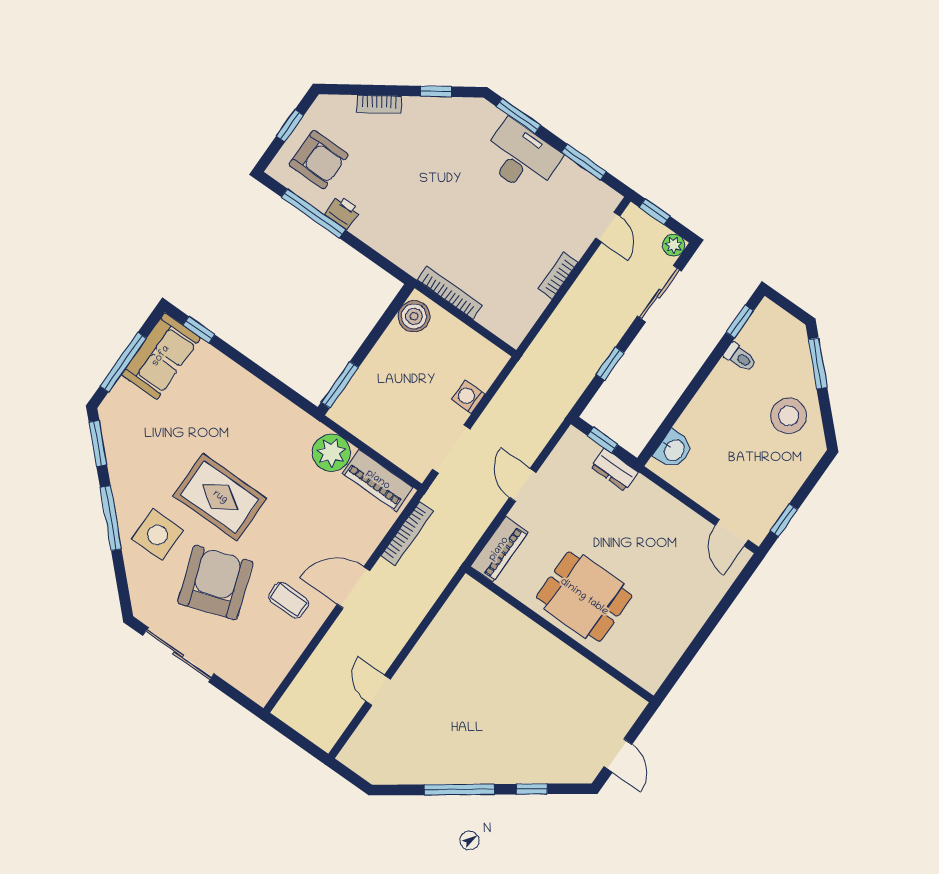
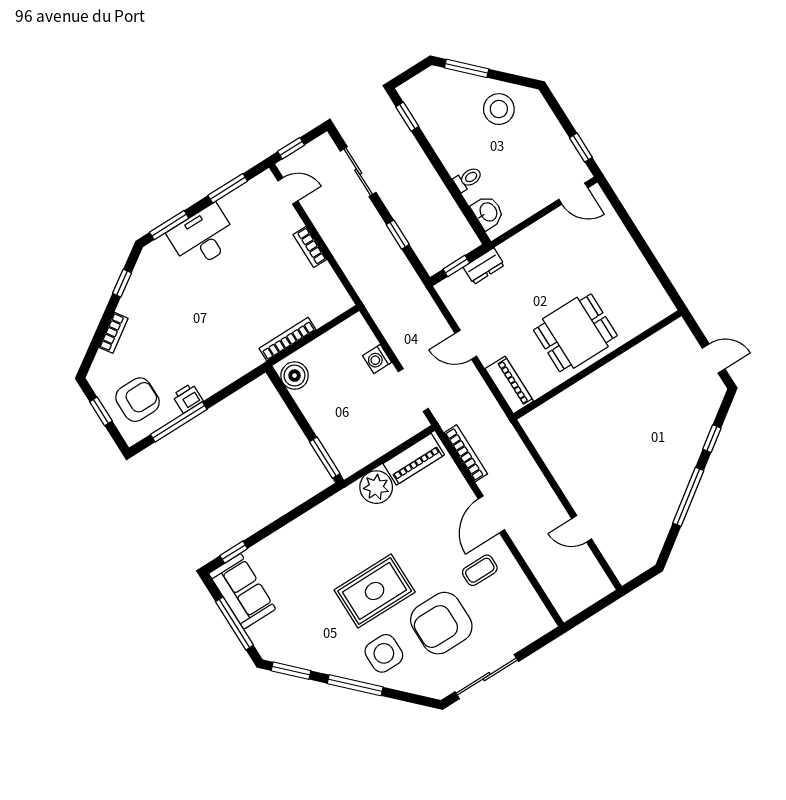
plant: (674, 245) -> (324, 144), removed
toilet: (740, 357) -> (468, 179), moved
armchair: (215, 582) -> (441, 623), turned -71

